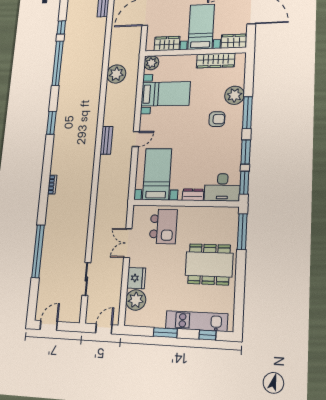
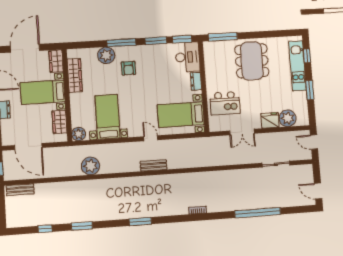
window: (58, 63) -> (82, 226), width x0.47
armchair: (217, 119) -> (128, 68), turned 180
kitchen island: (163, 226) -> (225, 103), turned 180

